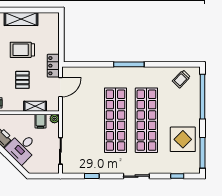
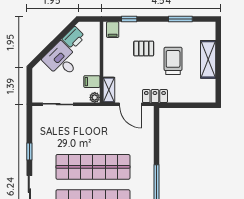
pallet: (22, 80) -> (144, 49), moved
shelving: (35, 106) -> (109, 90), moved
window: (92, 176) -> (29, 152), moved

